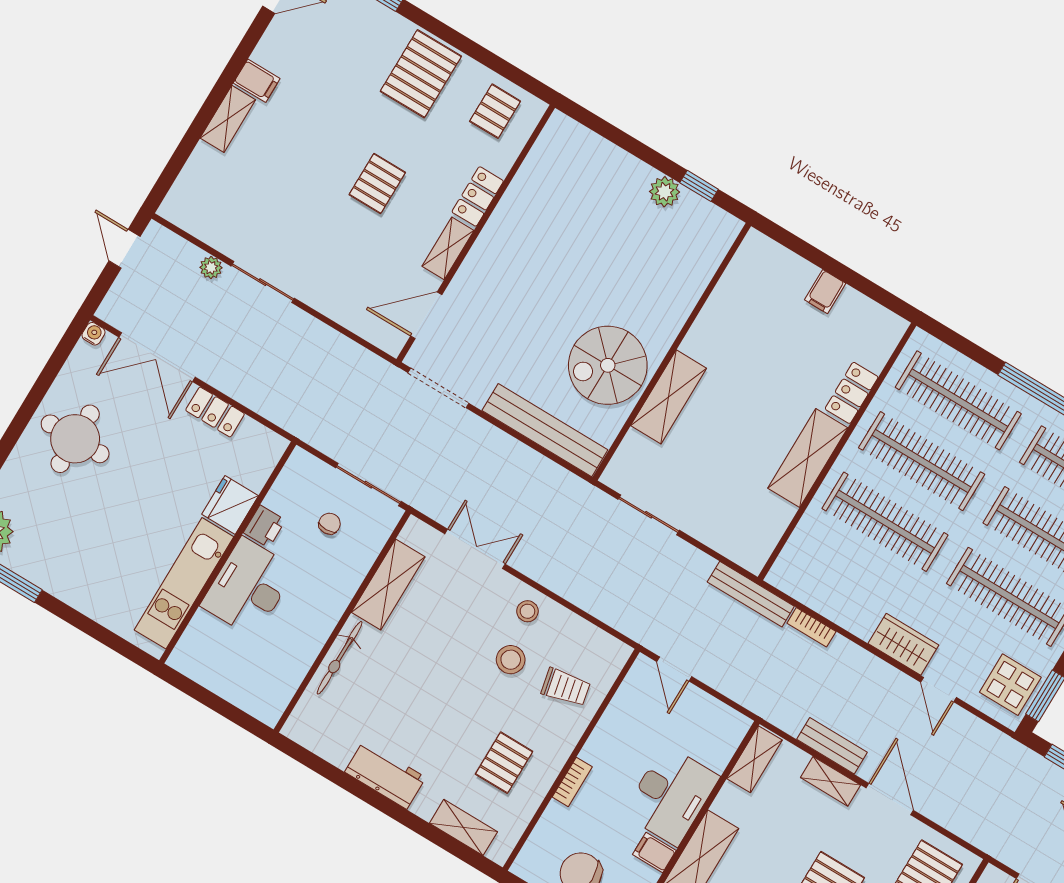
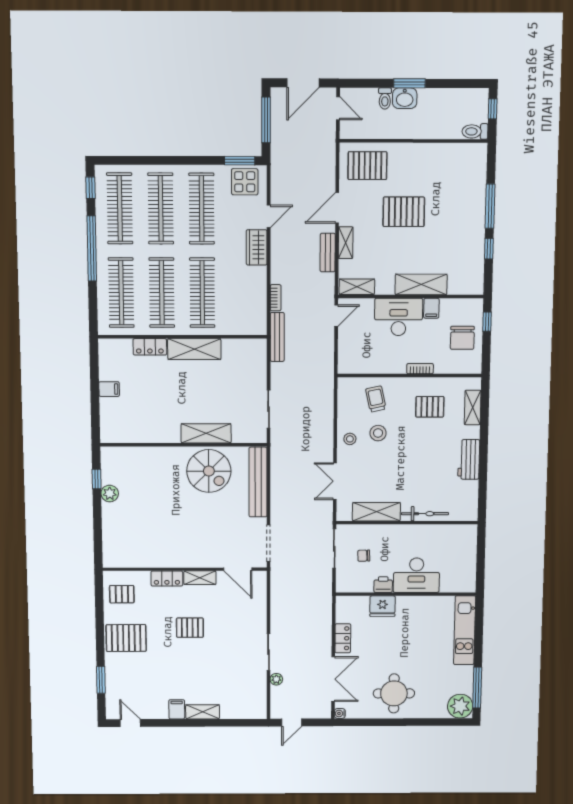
kitchen unit: (184, 583) -> (465, 630), moved, turned 90
door: (674, 669) -> (336, 316), moved

